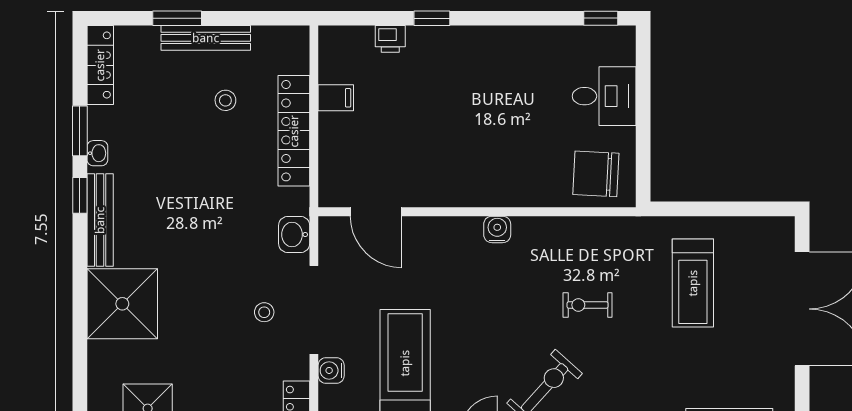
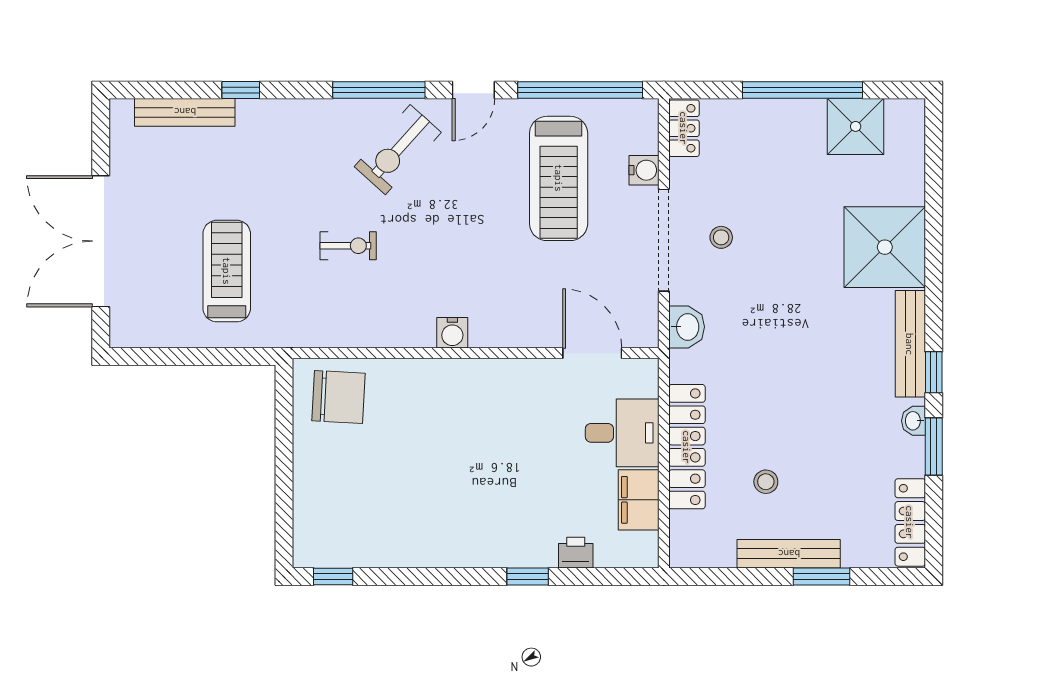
desk: (604, 96) -> (622, 433), moved, turned 180
filing cabinet: (336, 98) -> (639, 500), width x2.00

